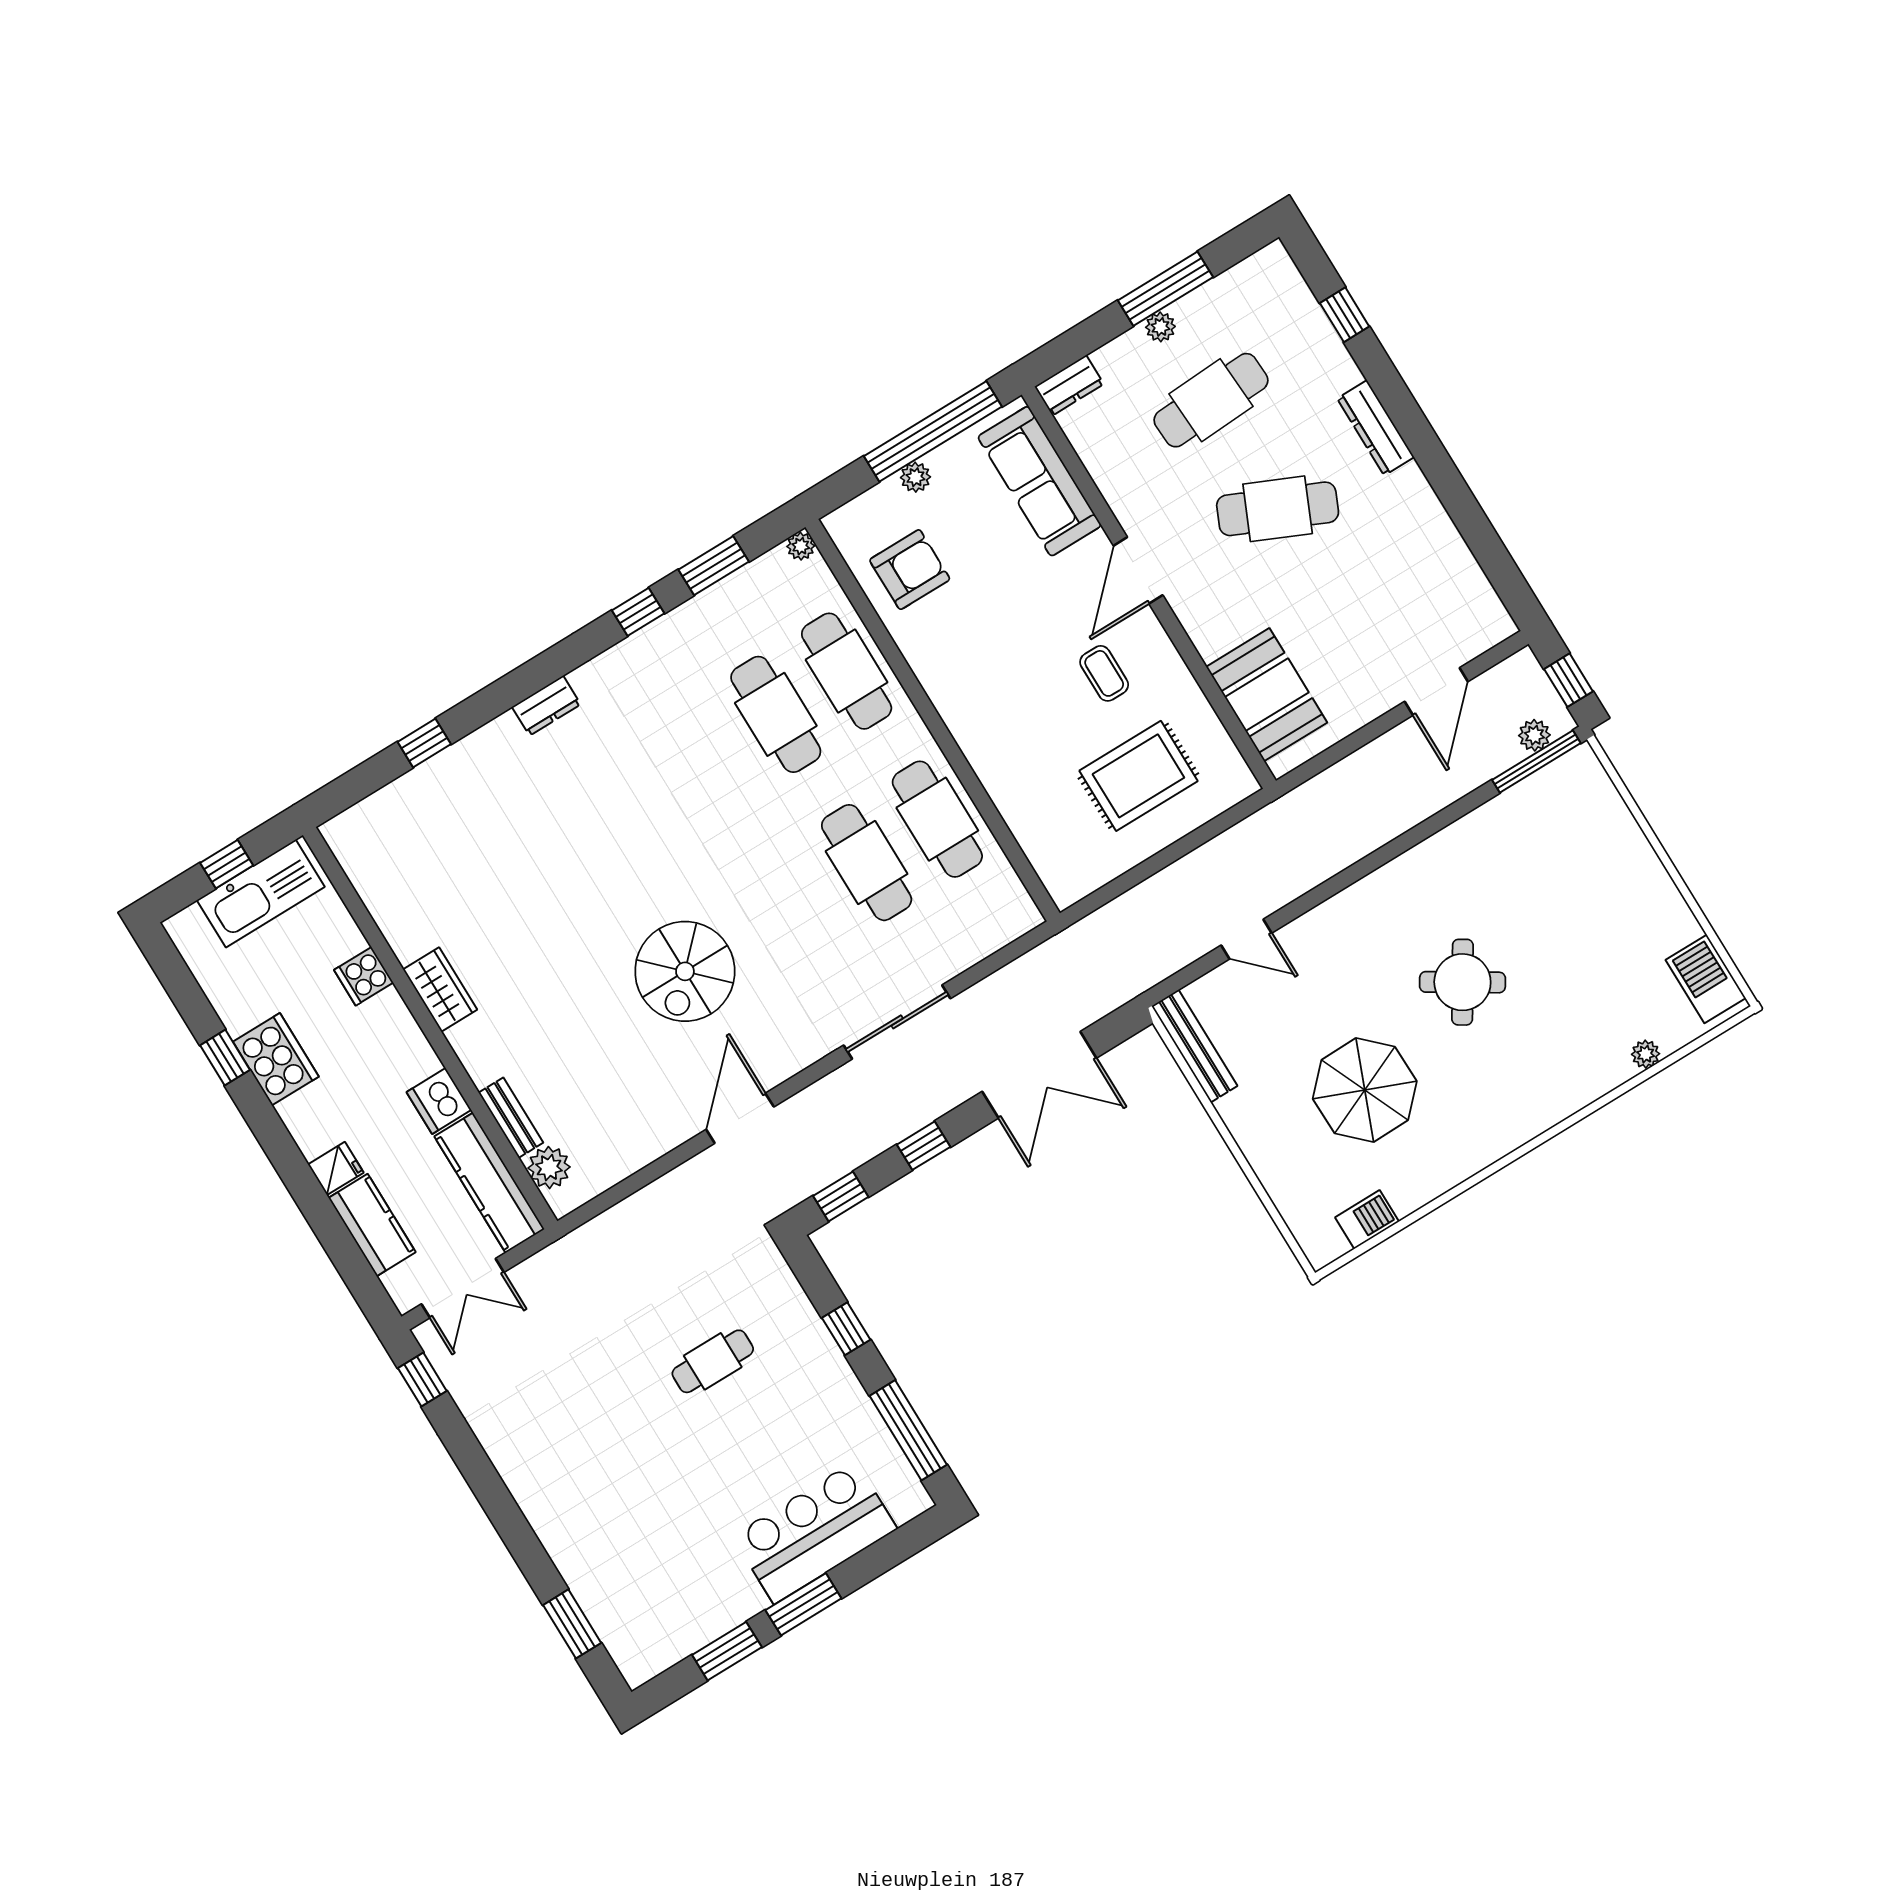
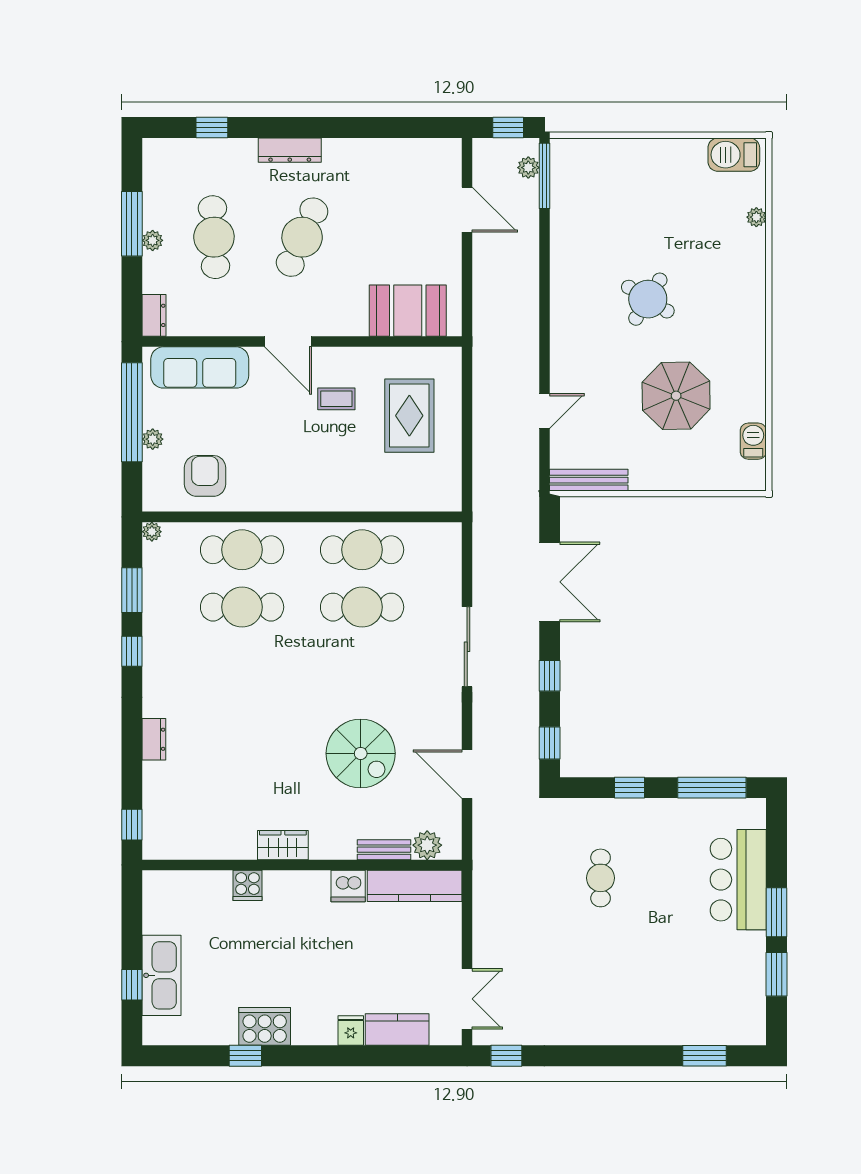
cooker: (364, 976) -> (248, 885), moved
wardrobe: (440, 990) -> (283, 845), moved
wall: (430, 1028) -> (302, 865), moved
dishwasher: (439, 1101) -> (348, 886), moved
bench: (511, 1118) -> (384, 850), moved
plant: (549, 1168) -> (427, 845), moved
kitchen counter: (489, 1183) -> (415, 886), moved

